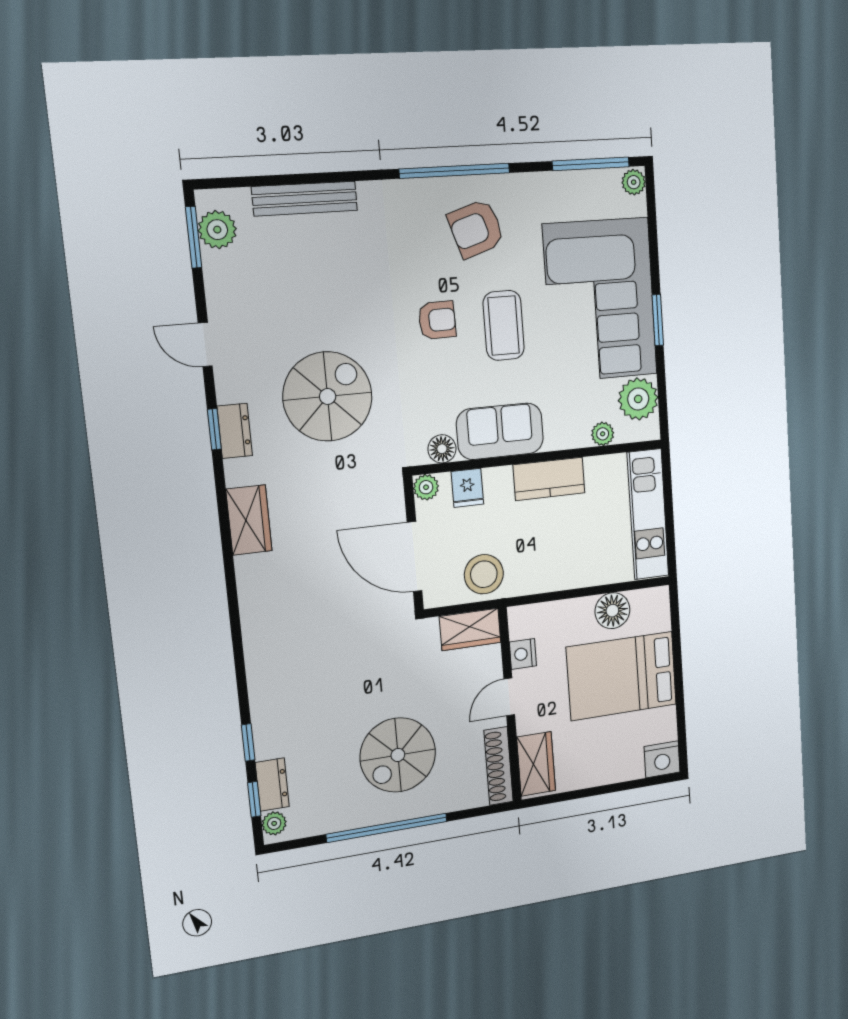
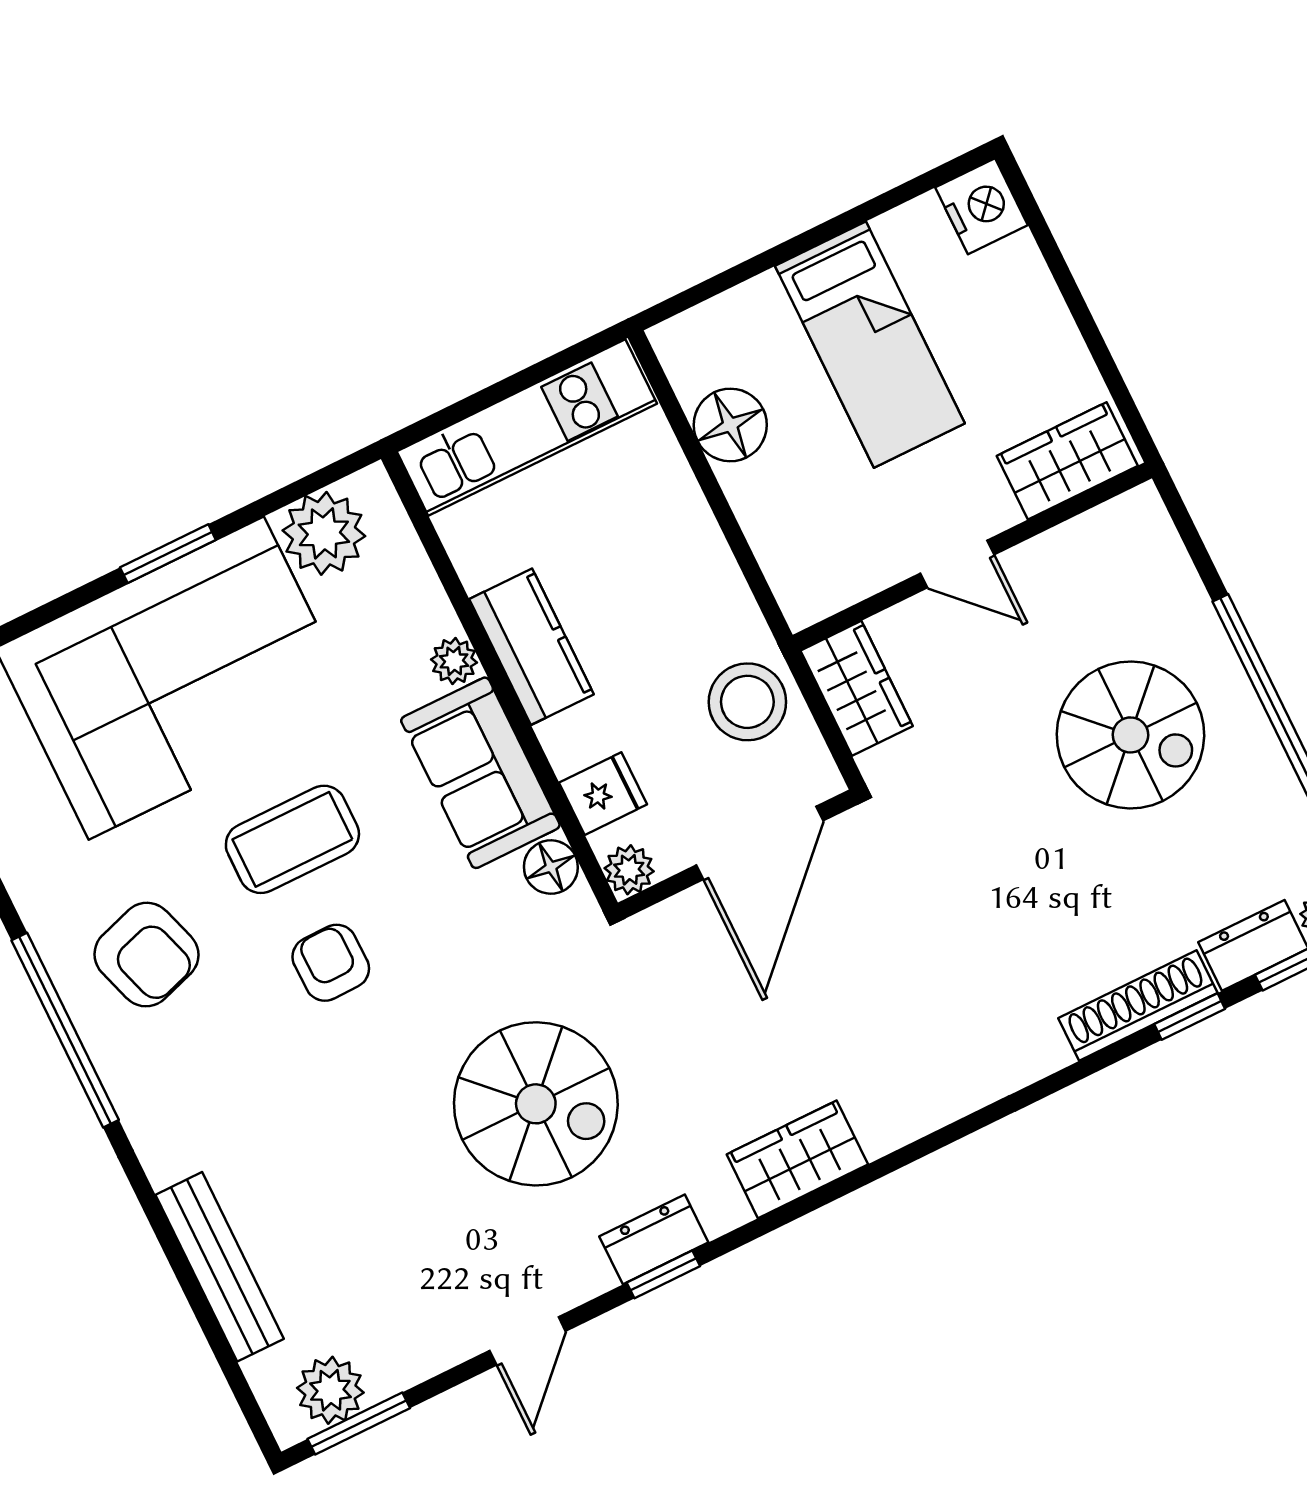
spiral stairs: (328, 396) -> (536, 1104), turned 180
plant: (603, 434) -> (454, 661), moved
nightstand: (523, 654) -> (869, 569), removed
bed: (622, 676) -> (870, 345), width x0.67
shoe rack: (499, 766) -> (1138, 1006), moved, turned 180

